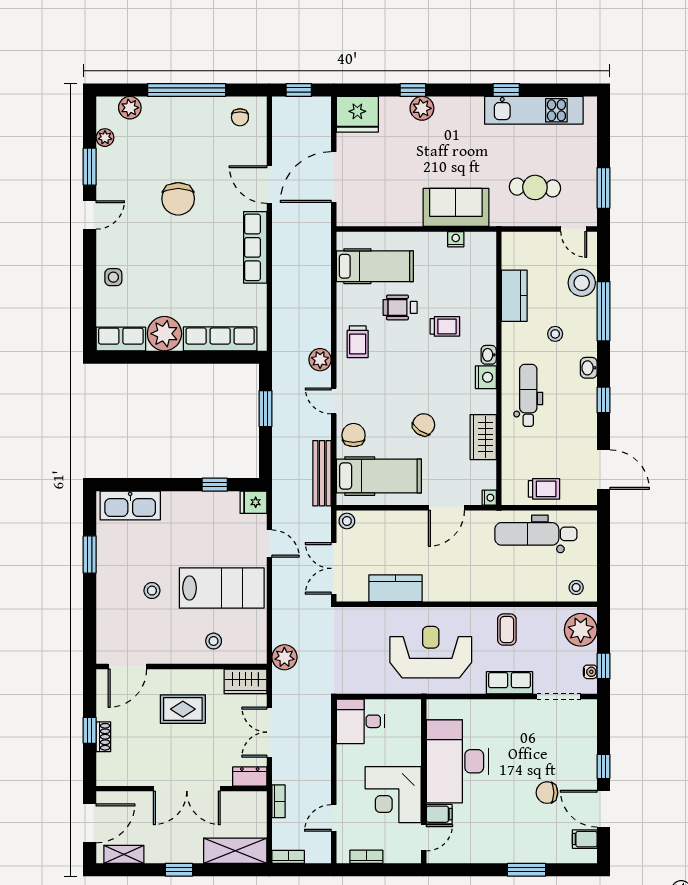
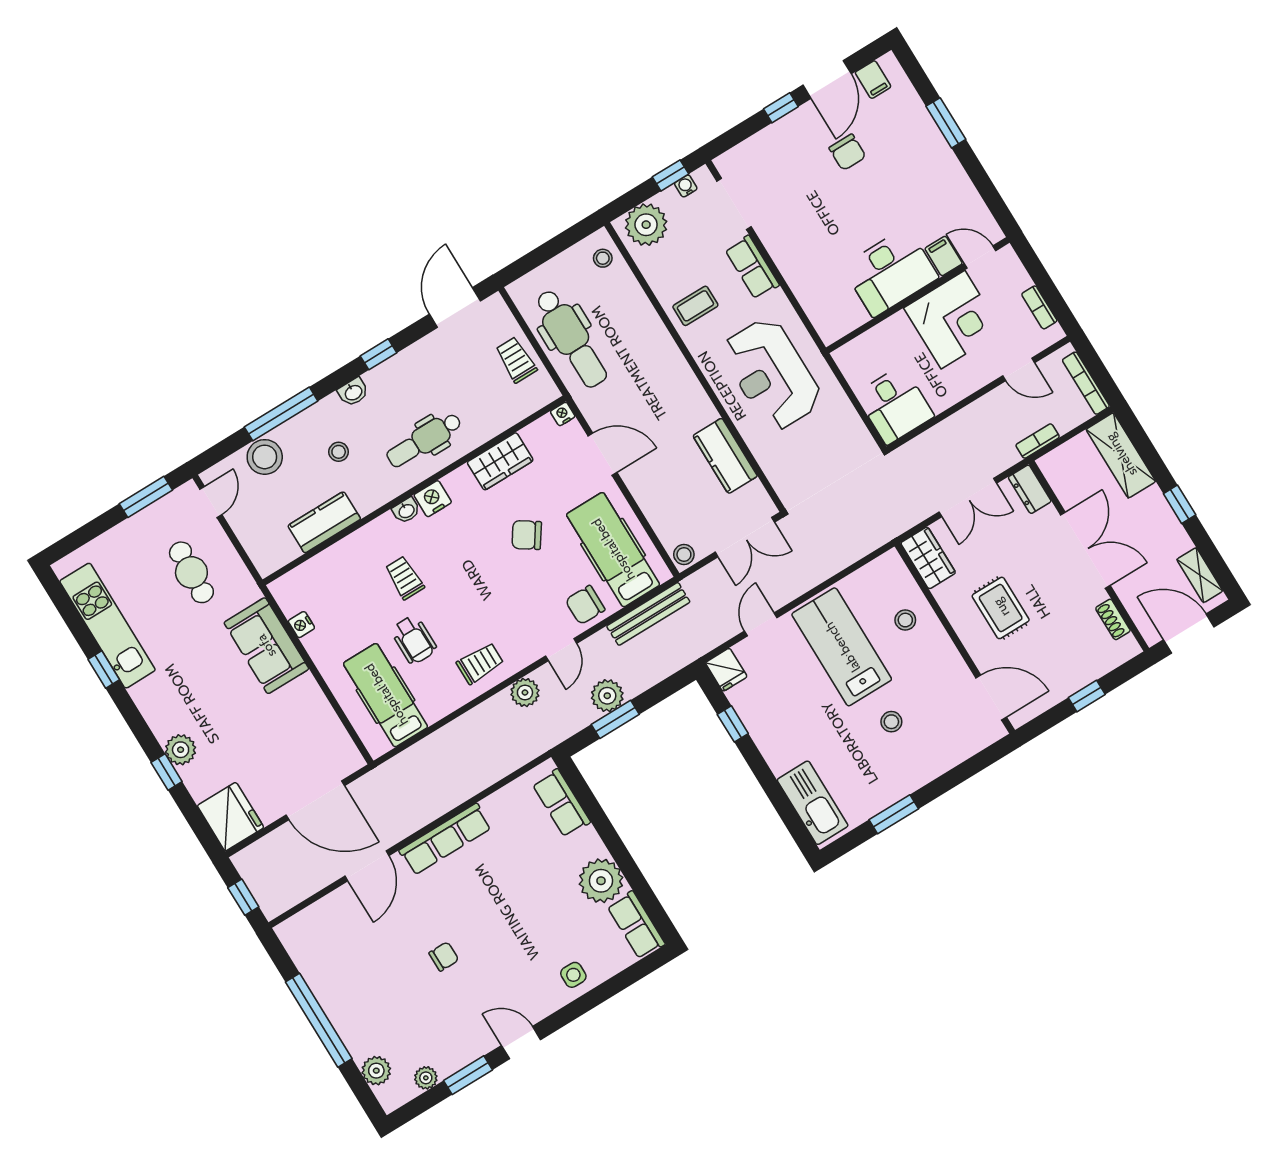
chair: (240, 117) -> (313, 943), removed
chair: (178, 199) -> (444, 956), width x0.54, depth x0.54
row of seats: (220, 339) -> (561, 803), width x0.68
plant: (284, 657) -> (607, 696), moved
shoe rack: (103, 737) -> (1113, 619), moved, turned -90
desk: (457, 761) -> (890, 272), width x0.73, depth x0.77
bookcase: (288, 857) -> (1086, 383), width x1.56

